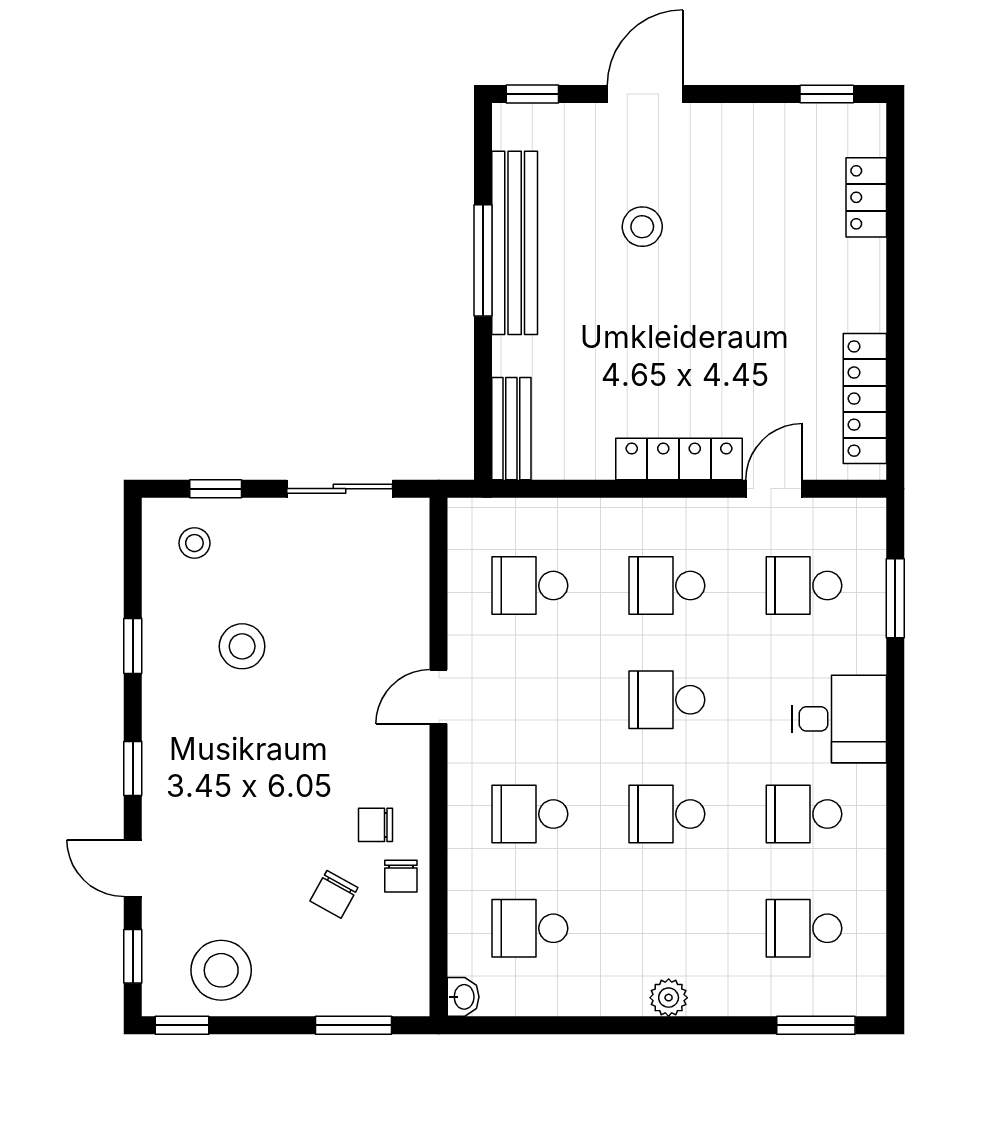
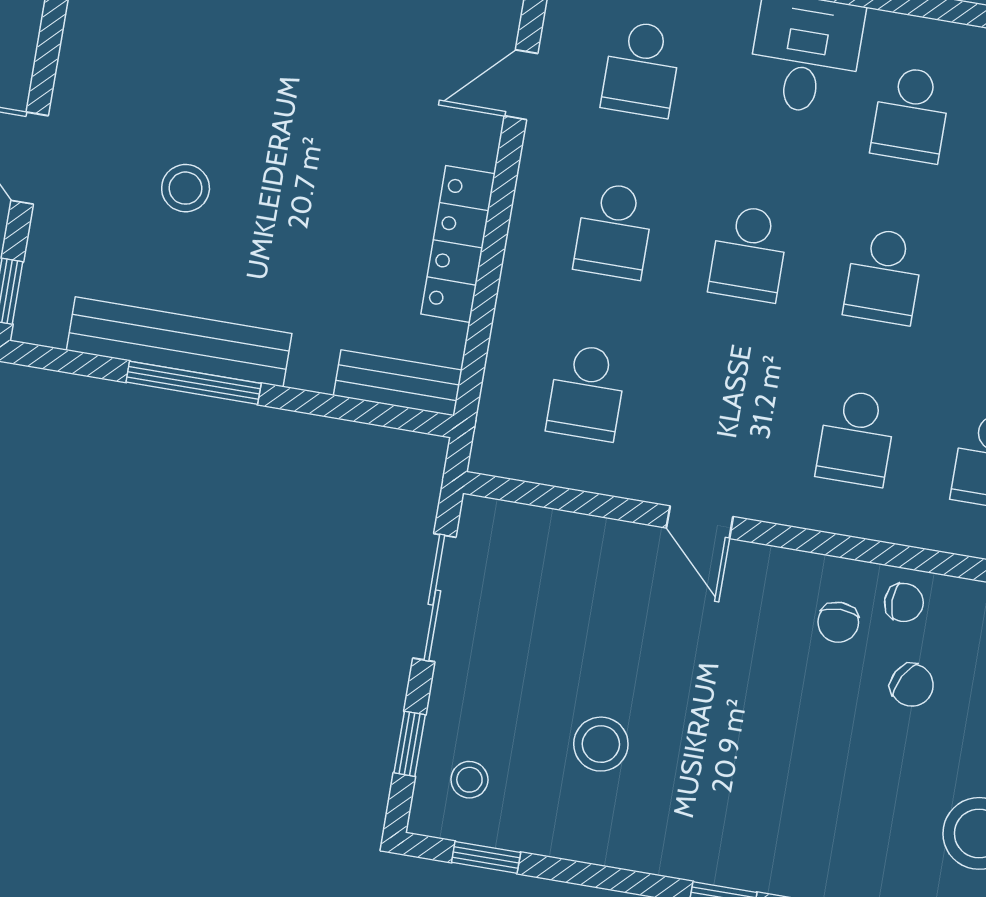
locker: (679, 459) -> (458, 244), moved
door: (774, 489) -> (521, 85), hinge flipped
window: (133, 646) -> (486, 857), moved

